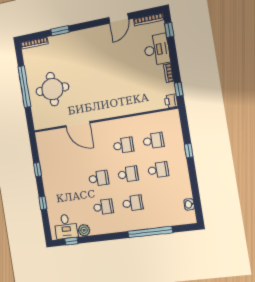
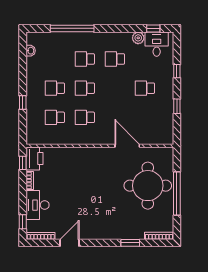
round table: (52, 89) -> (148, 186), width x1.36, depth x1.36
printer: (171, 101) -> (34, 158), width x1.87, depth x1.48
school desk: (99, 178) -> (145, 88), moved

